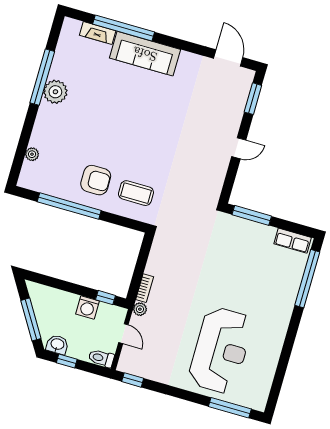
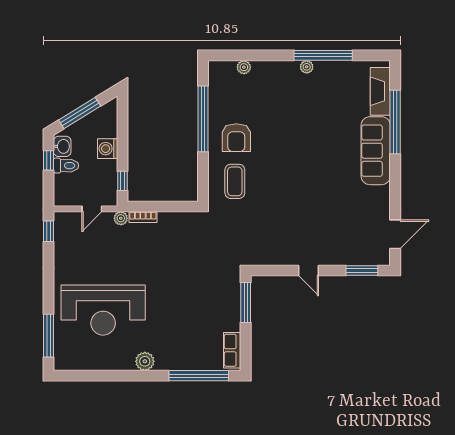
fireplace: (98, 33) -> (380, 91), width x1.37, depth x1.32
plant: (55, 92) -> (307, 67), width x0.53, depth x0.53
washing machine: (88, 307) -> (108, 149), moved
plant: (280, 325) -> (145, 361), added
toilet: (101, 358) -> (66, 166), moved, turned 90

